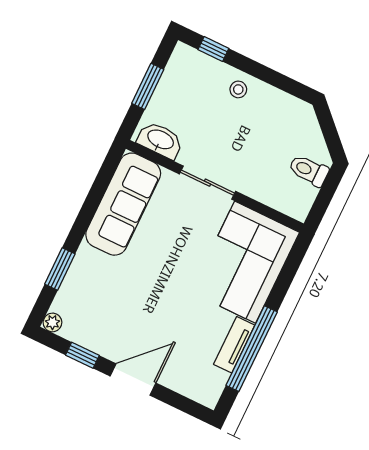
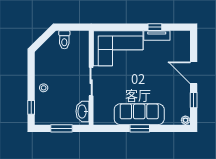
sofa: (123, 204) -> (139, 114), moved
window: (60, 269) -> (140, 128), moved
window: (252, 349) -> (155, 27), width x0.32

